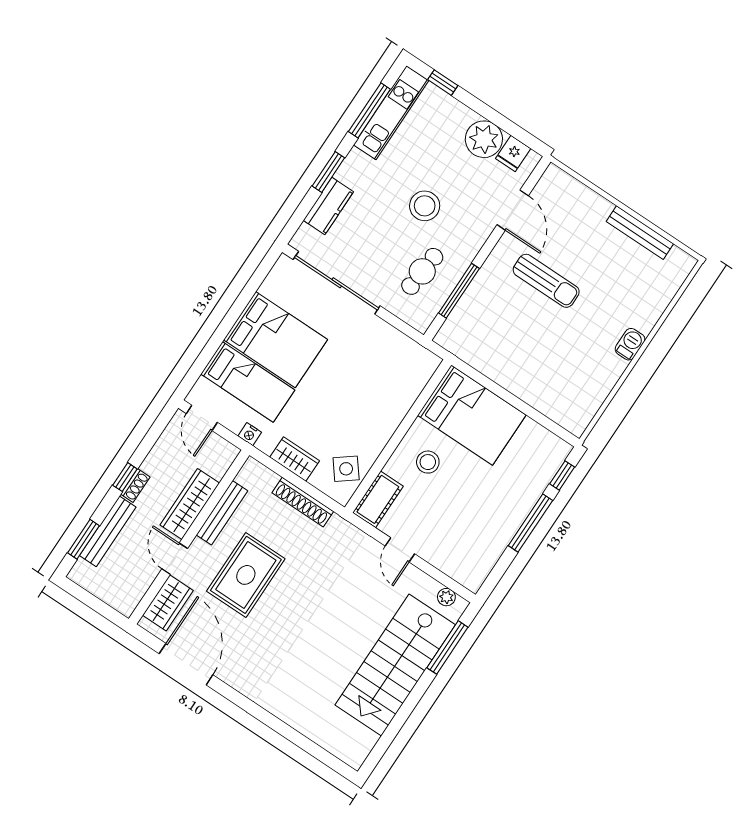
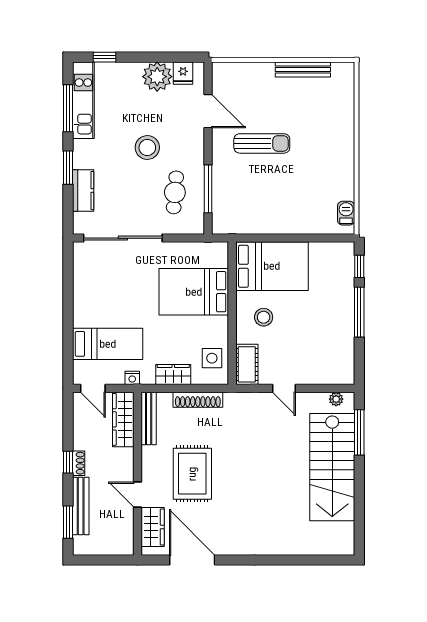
bed: (275, 340) -> (194, 292), moved, turned 180
barbecue: (630, 344) -> (346, 213), moved
side table: (346, 469) -> (212, 358), turned 38
wardrobe: (190, 504) -> (123, 419), moved
bench: (222, 513) -> (149, 418), moved

